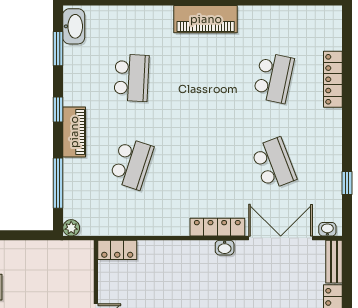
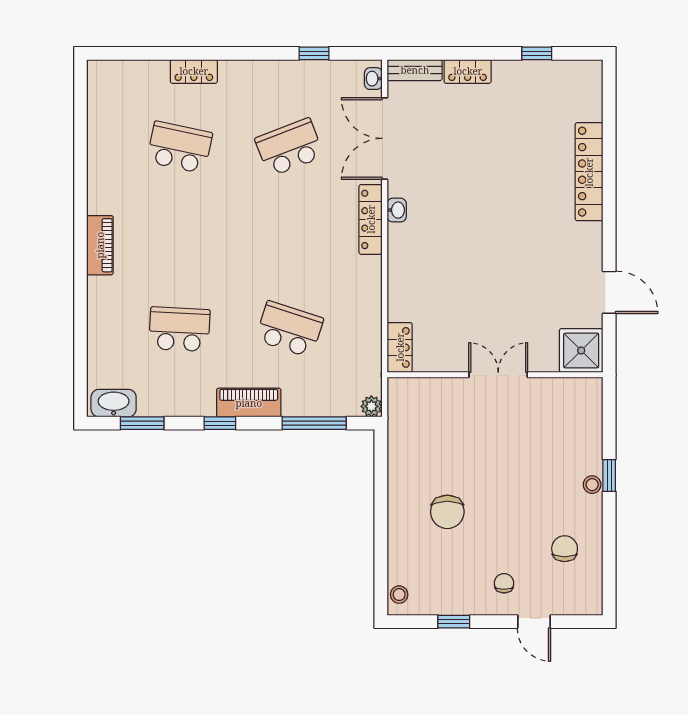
piano: (206, 19) -> (100, 245), width x0.73, depth x0.75
locker: (333, 79) -> (194, 71), width x0.66

